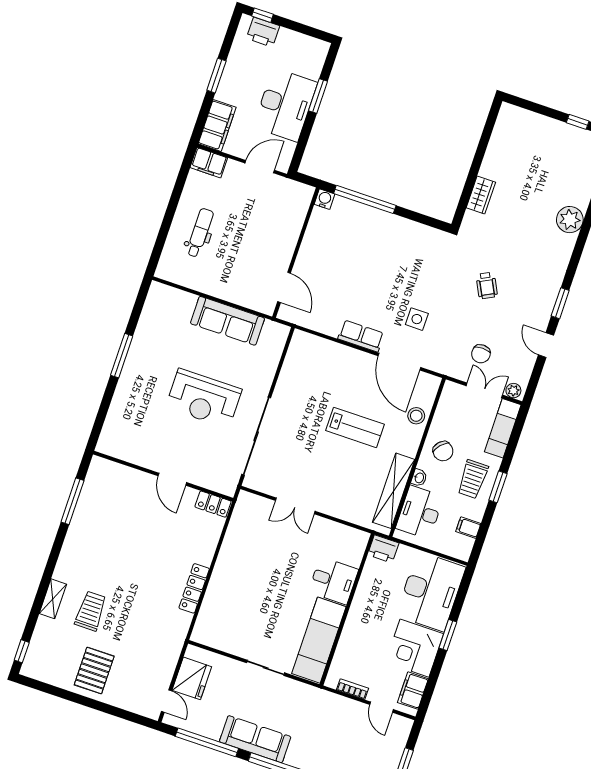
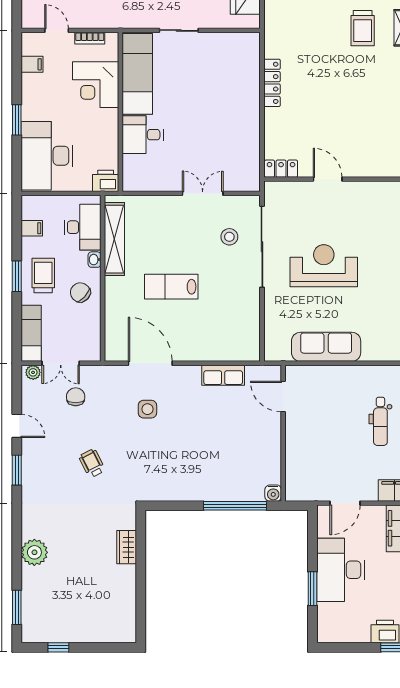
row of seats: (361, 336) -> (223, 375), moved
stool: (416, 416) -> (229, 237), moved
corner desk: (414, 648) -> (96, 85), moved, turned 180
filing cabinet: (413, 691) -> (32, 64), width x0.50

